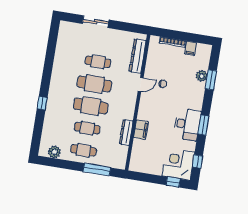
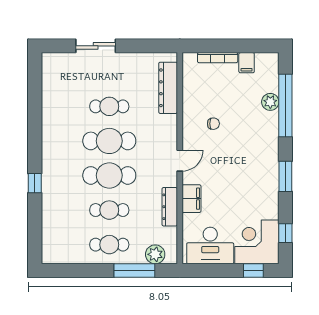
window: (211, 80) -> (285, 106), width x2.11
door: (141, 85) -> (180, 161), moved
desk: (187, 124) -> (210, 246), moved, turned 90
plant: (54, 152) -> (155, 254), moved

